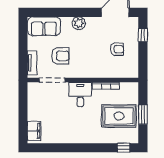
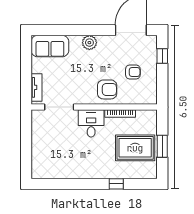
armchair: (60, 56) -> (107, 89), moved
filing cabinet: (34, 131) -> (39, 165), removed
window: (124, 148) -> (116, 184), moved

